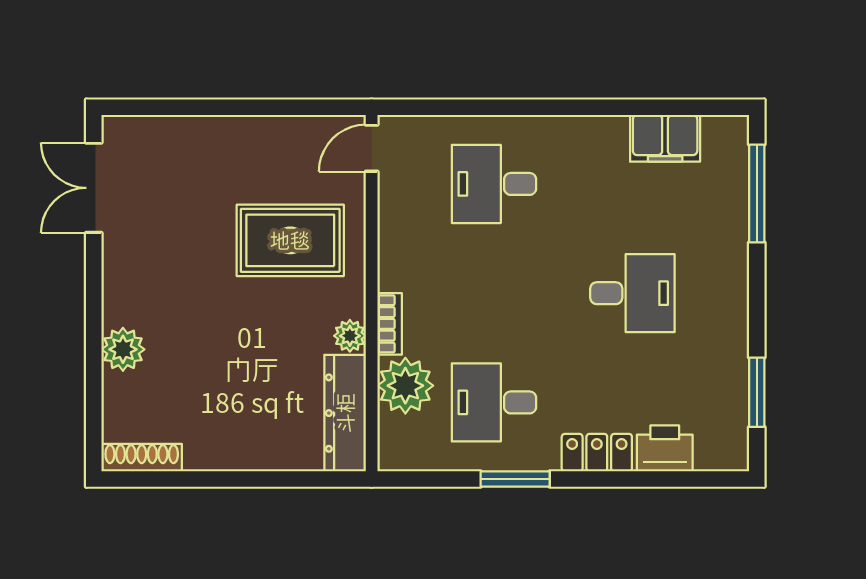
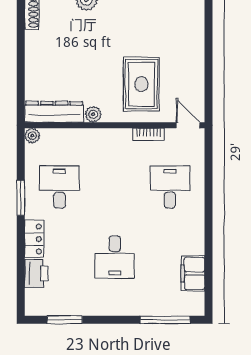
bookcase: (390, 324) -> (148, 134), moved
plant: (405, 386) -> (32, 136), moved, width x0.53, depth x0.53

